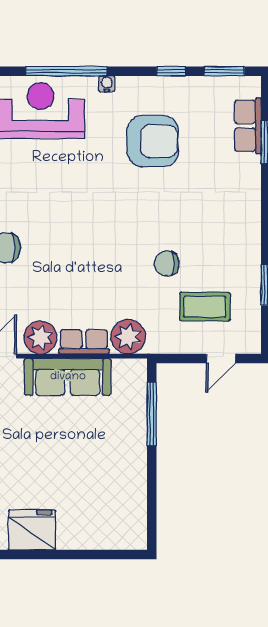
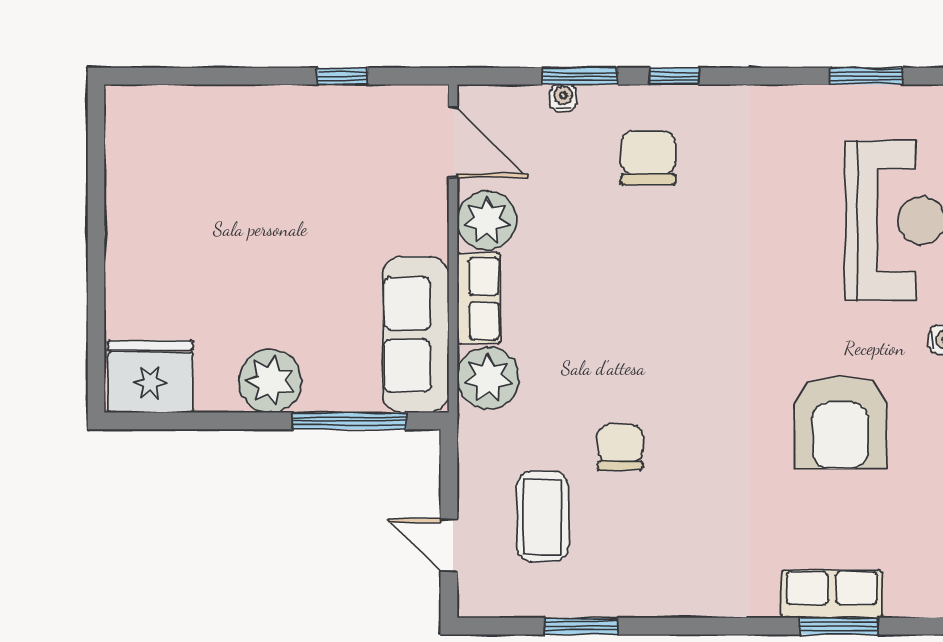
row of seats: (248, 126) -> (832, 594), moved
sofa: (68, 377) -> (416, 335), moved
plant: (130, 458) -> (270, 381), added
fridge: (32, 530) -> (150, 377), moved, turned -90

